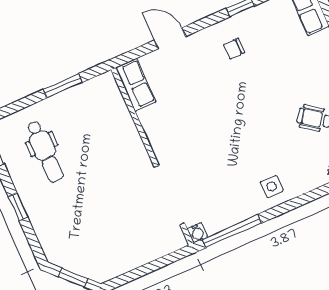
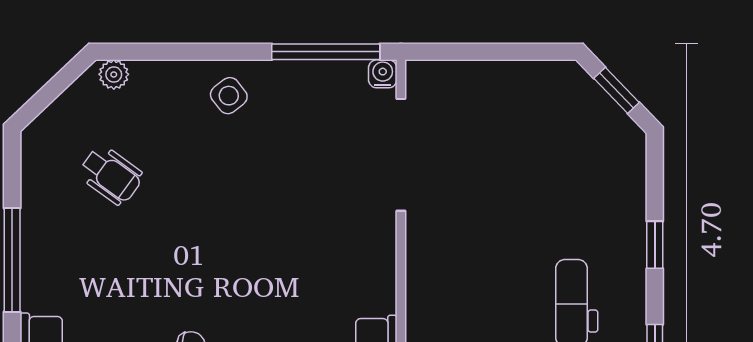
side table: (272, 186) -> (229, 96), turned -38

